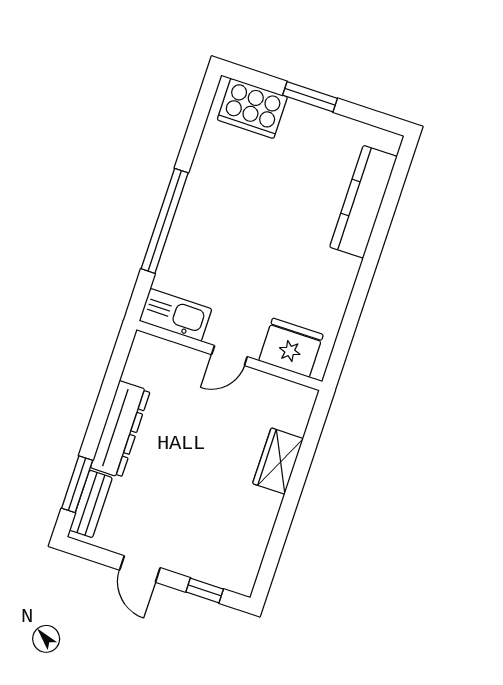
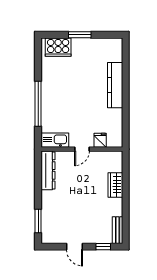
kitchen counter: (363, 202) -> (115, 85), moved
fridge: (291, 348) -> (100, 140), width x0.53, depth x0.75
dresser: (120, 429) -> (48, 170), moved
bench: (91, 504) -> (118, 230), moved

